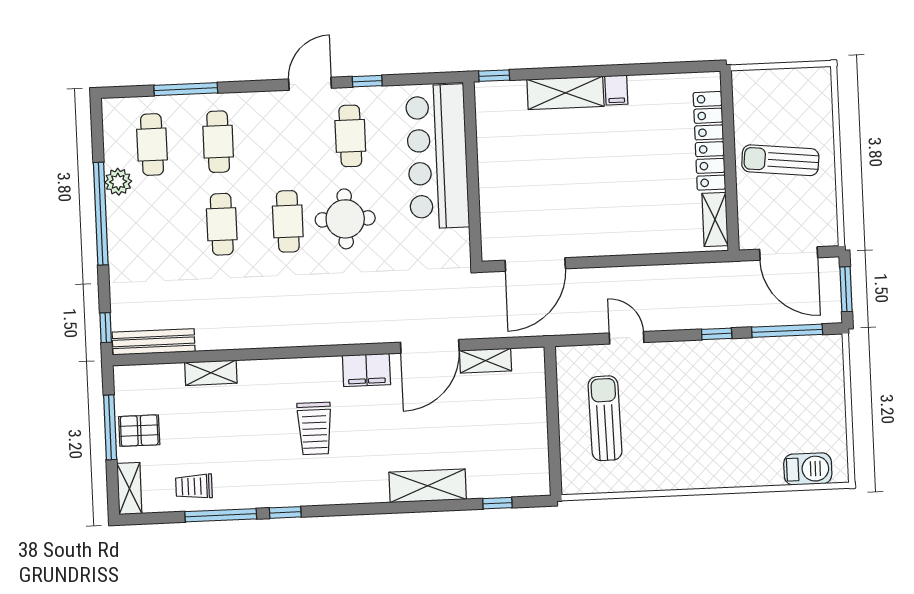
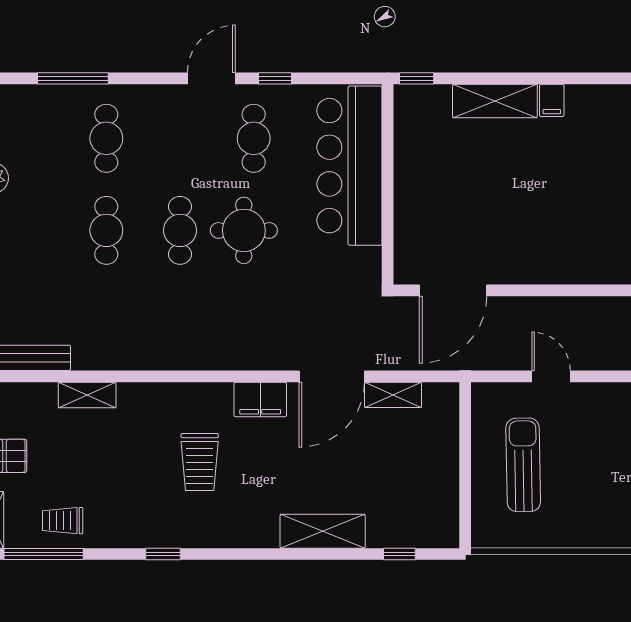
cafe table: (152, 145) -> (33, 138), removed
window: (221, 515) -> (44, 554), moved

